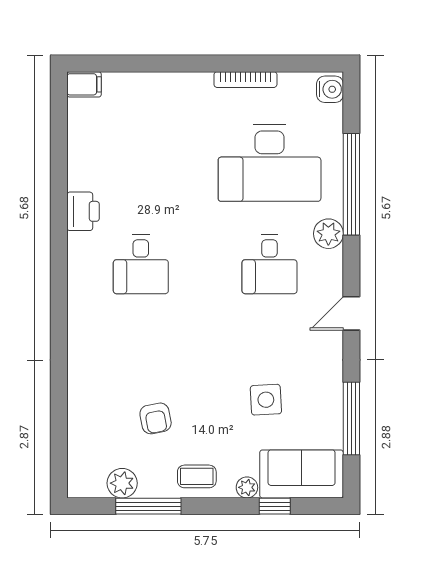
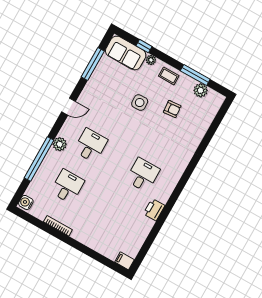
desk: (270, 163) -> (67, 186), width x0.53, depth x0.77
side table: (266, 400) -> (140, 103), moved
armchair: (156, 418) -> (172, 109), turned 96

